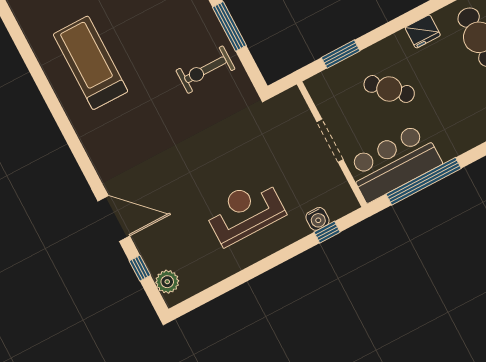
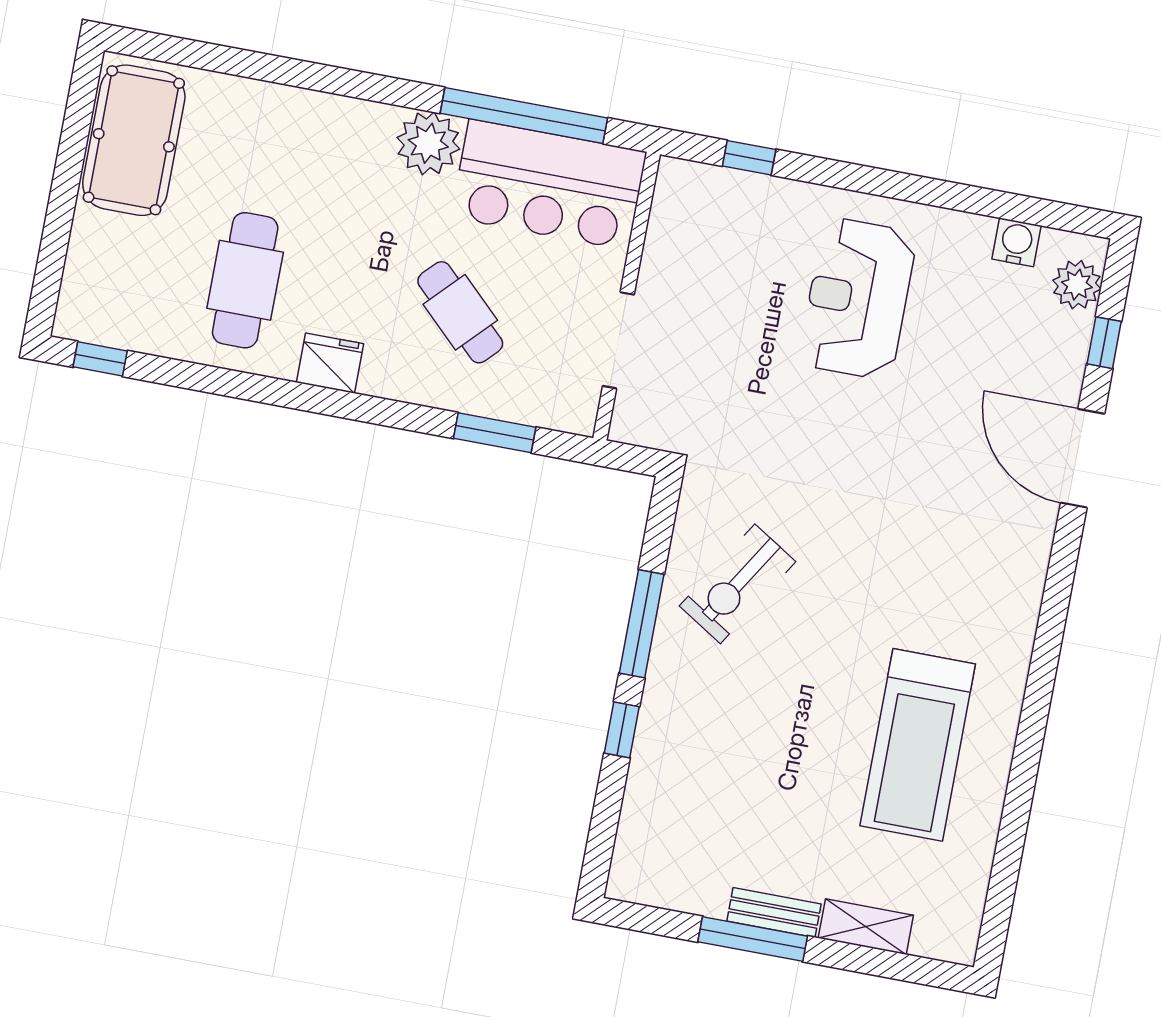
exercise bike: (205, 70) -> (738, 584), turned 122
doorway: (330, 141) -> (618, 340), moved
plant: (451, 143) -> (428, 143), added
reception desk: (245, 212) -> (858, 299), turned 90
water cooler: (317, 219) -> (1017, 242), moved

